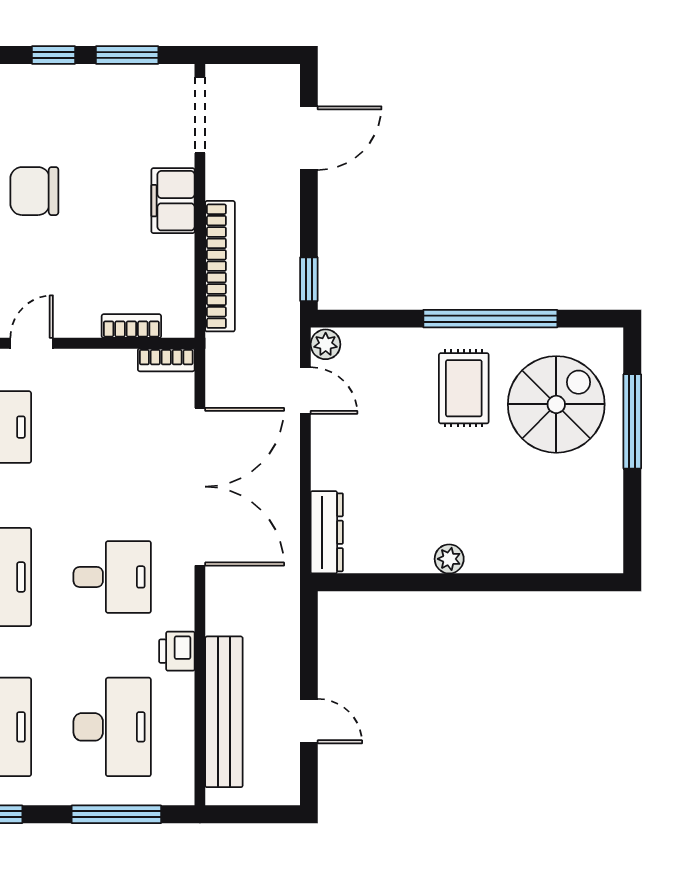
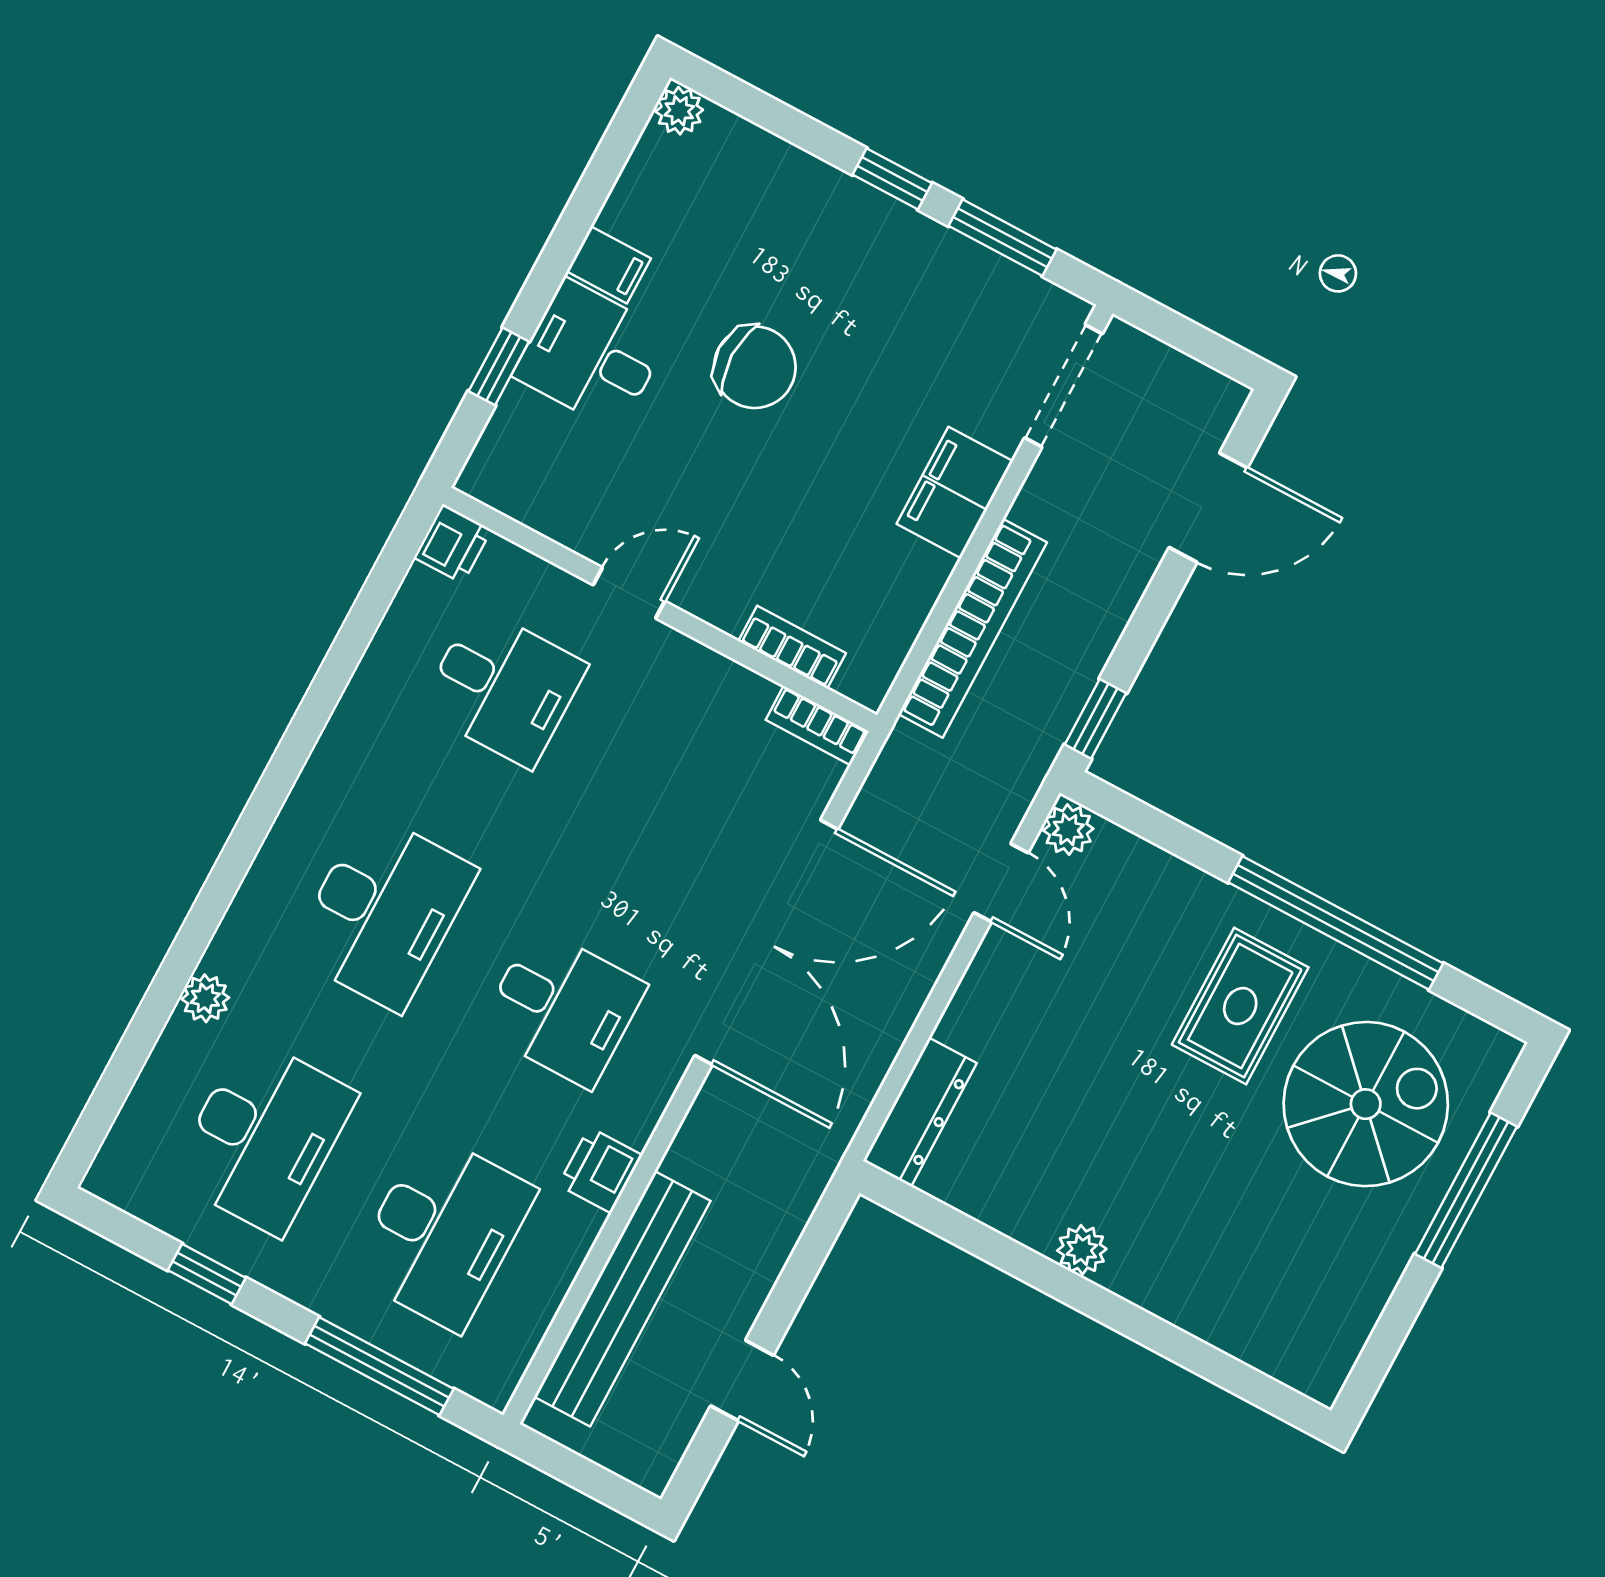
chair: (34, 191) -> (755, 367), turned 180

